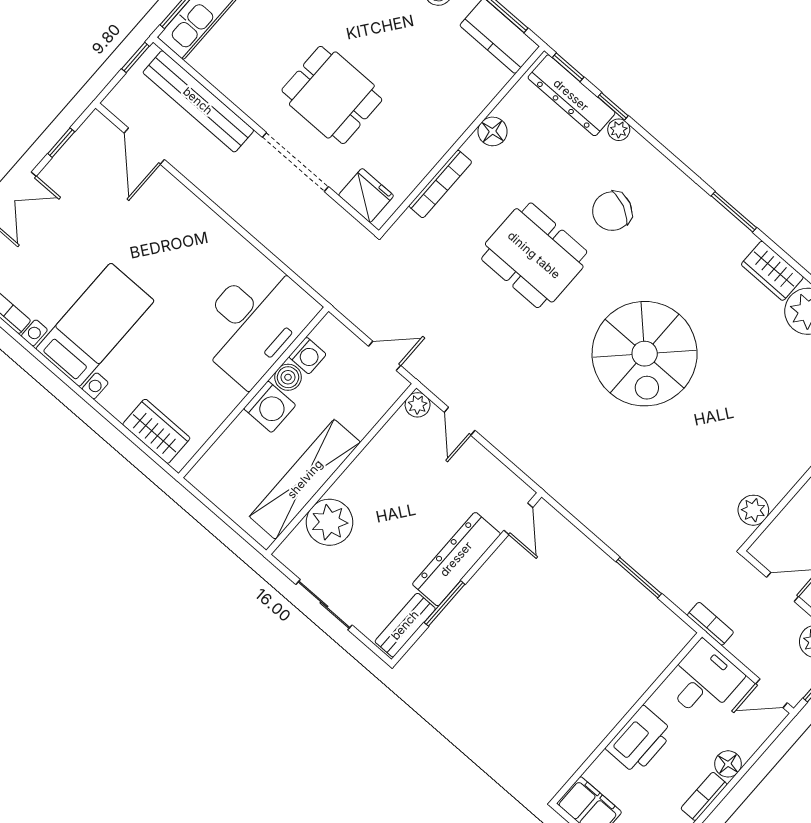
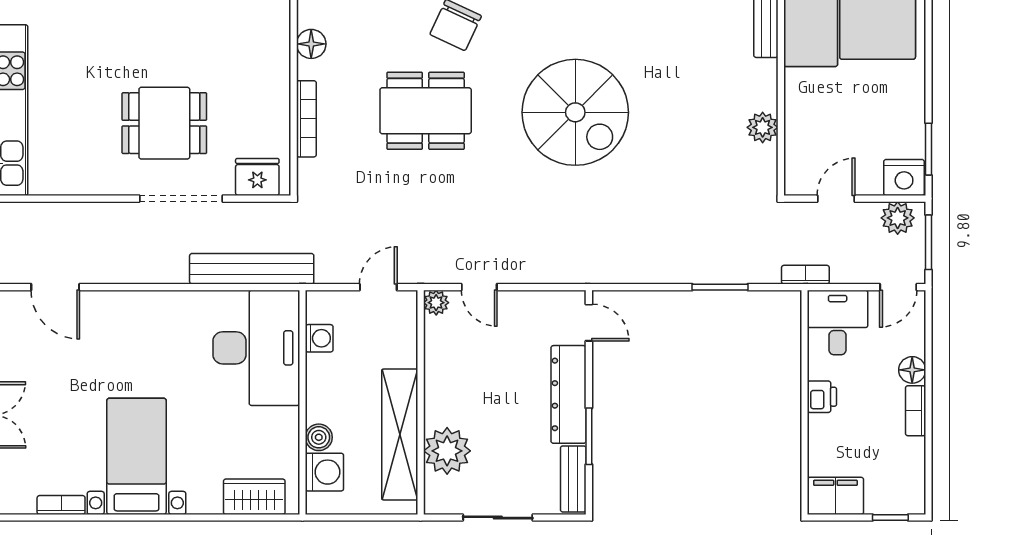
bench: (198, 101) -> (252, 269), moved
boiler: (288, 377) -> (319, 437), moved
washing machine: (270, 407) -> (324, 472), moved
plant: (753, 510) -> (763, 127), moved
printer: (640, 740) -> (822, 397), width x0.53, depth x0.68

